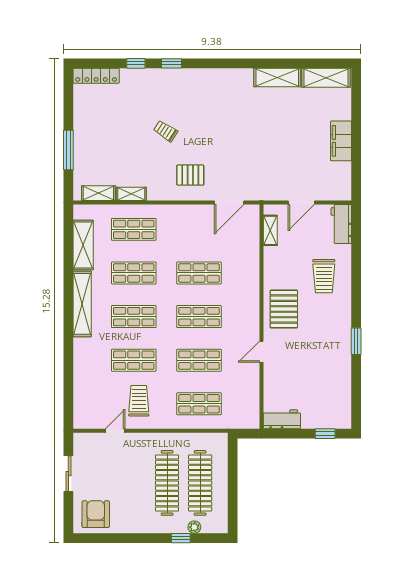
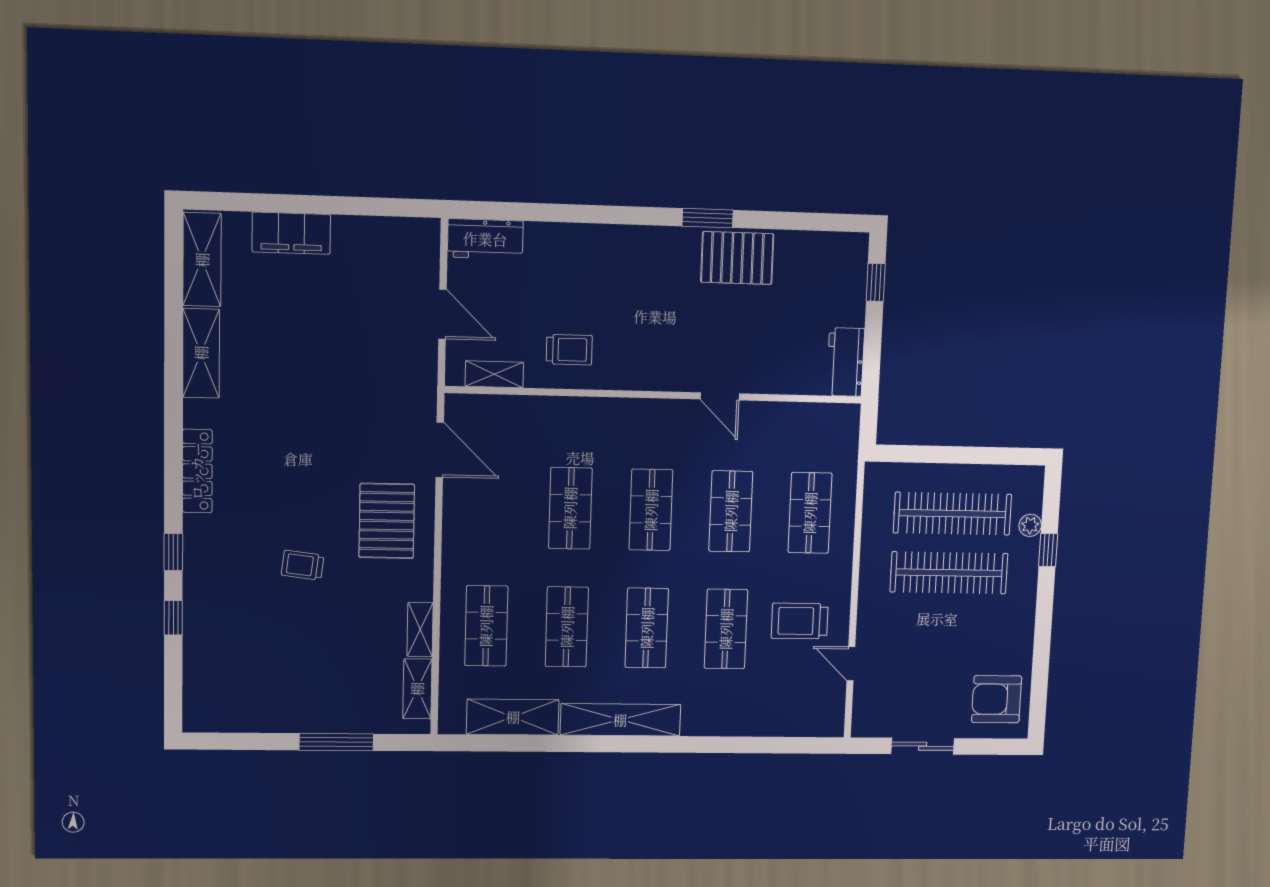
locker: (96, 76) -> (197, 471), moved
trolley: (165, 131) -> (303, 565), turned 64
filing cabinet: (341, 141) -> (291, 233), moved
pallet: (190, 175) -> (387, 521), width x1.50, depth x1.42
trolley: (324, 276) -> (569, 350), moved, width x0.73, depth x0.72
pallet: (284, 309) -> (737, 258), moved

